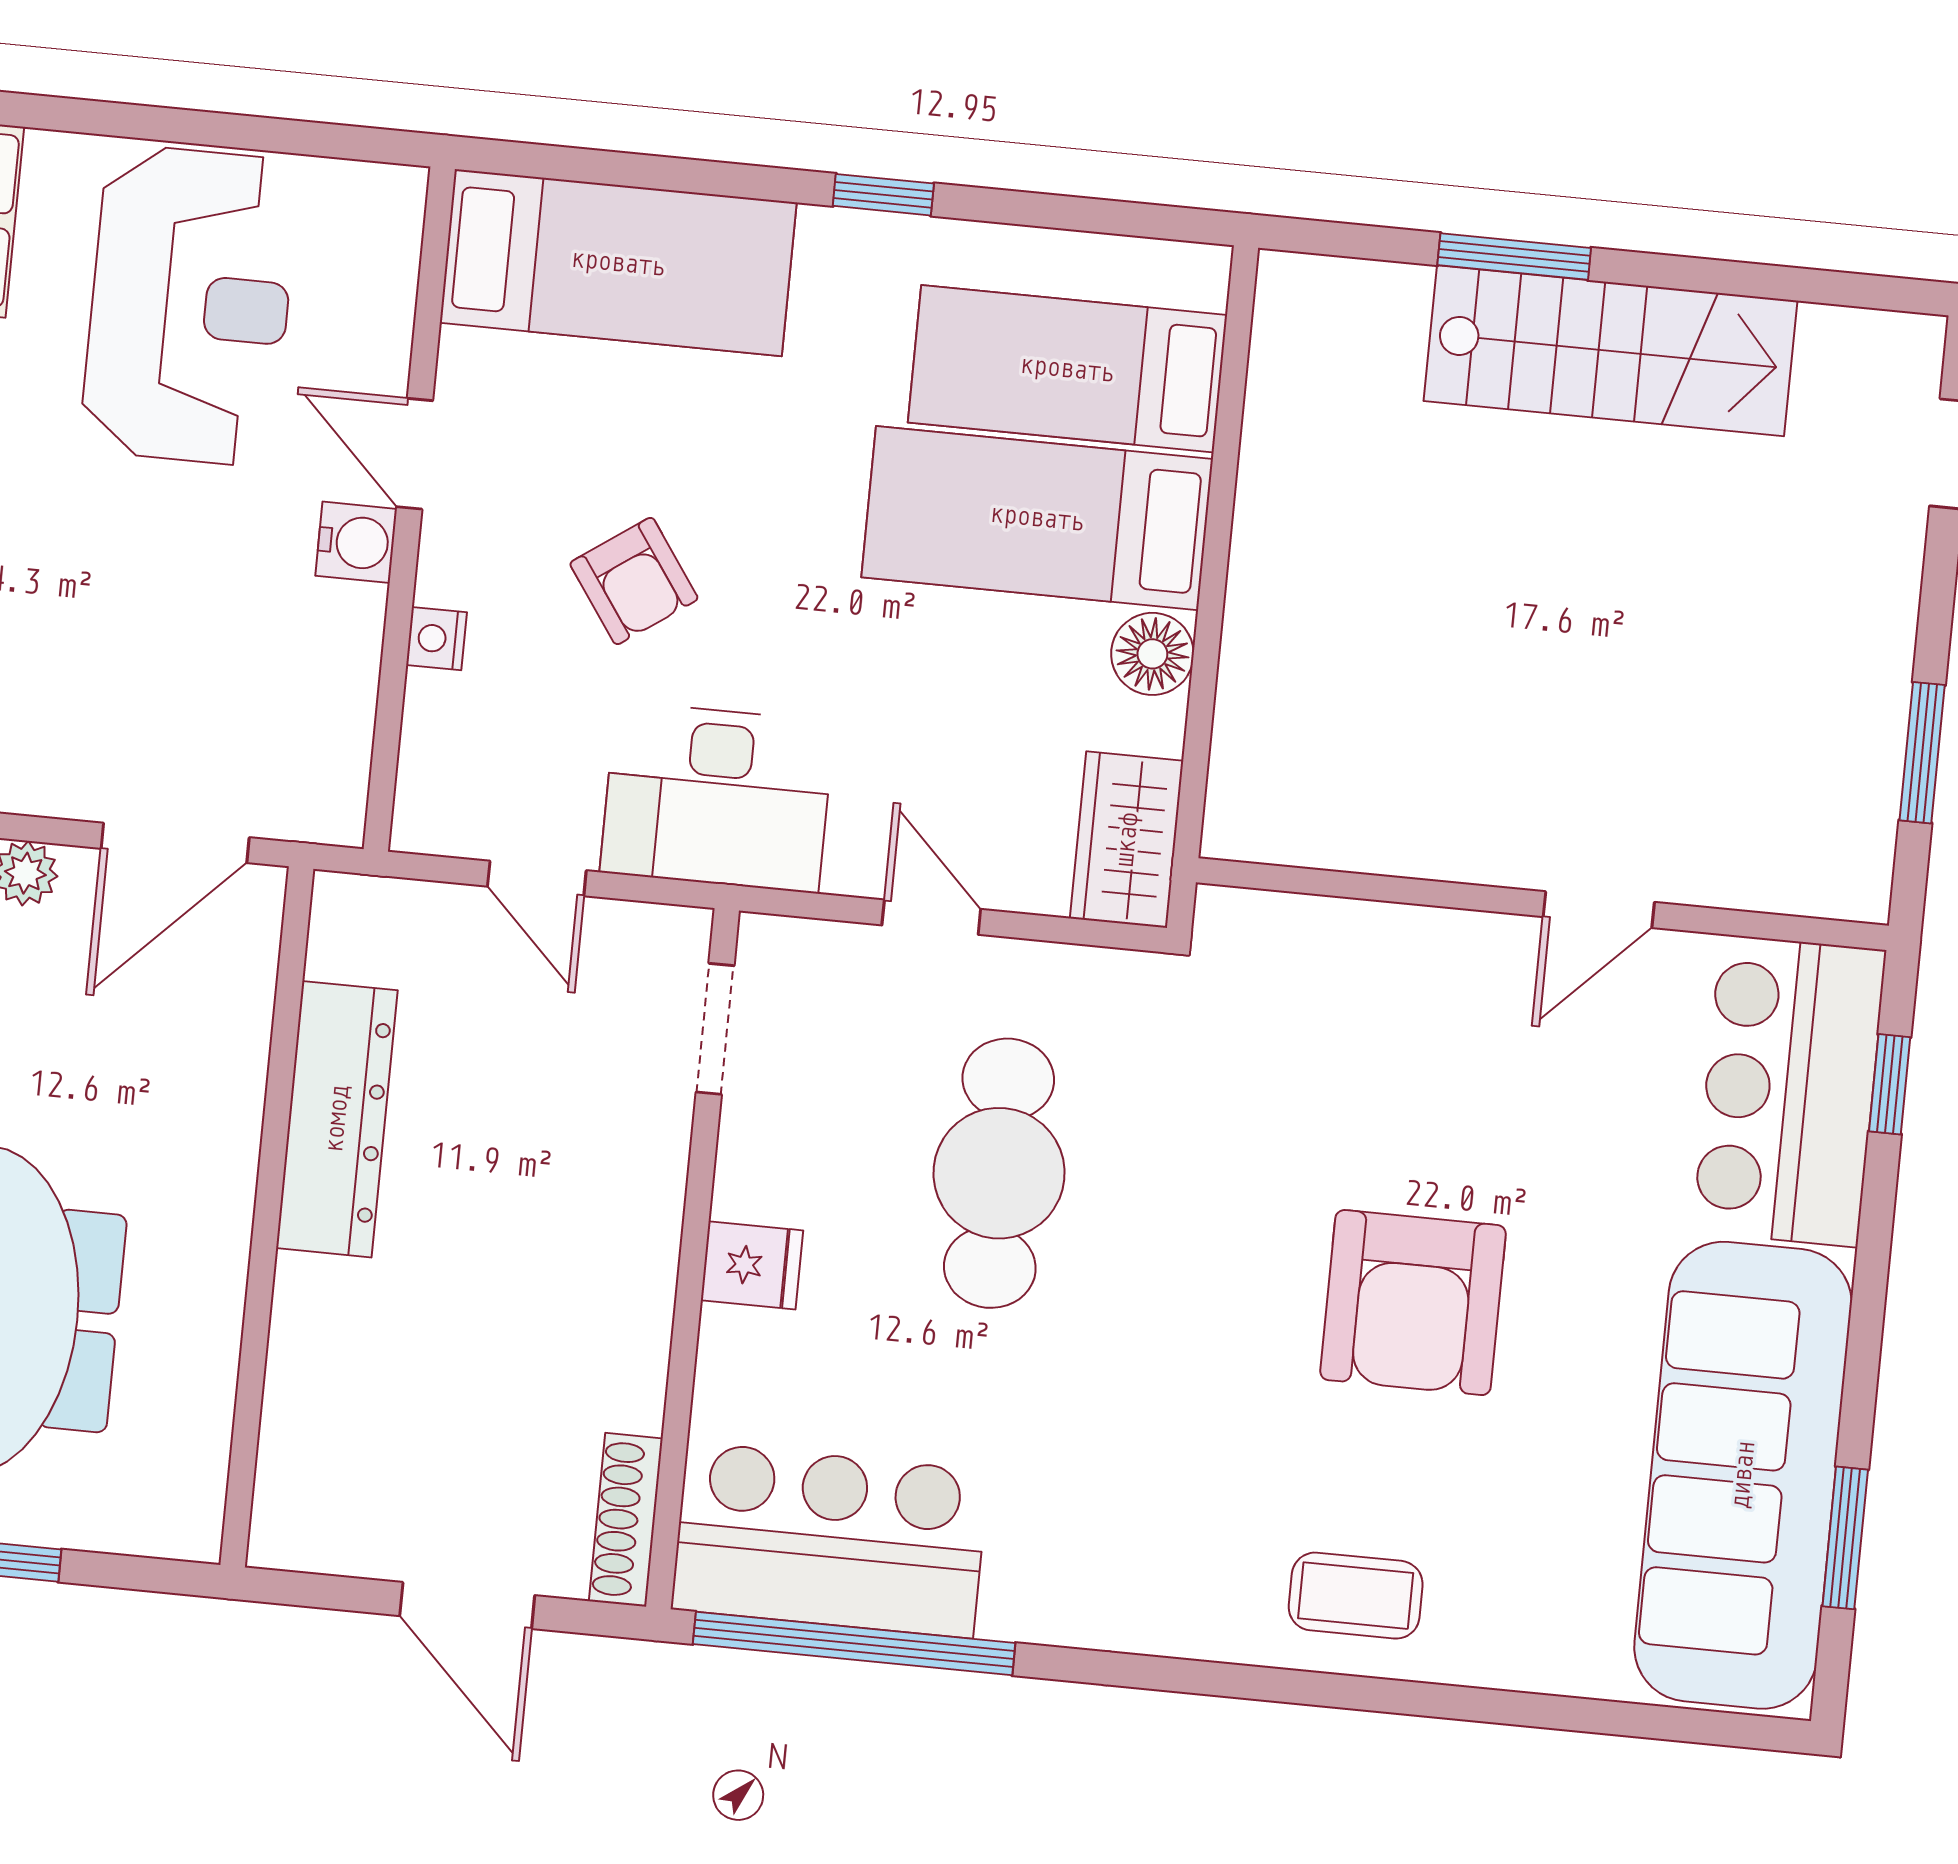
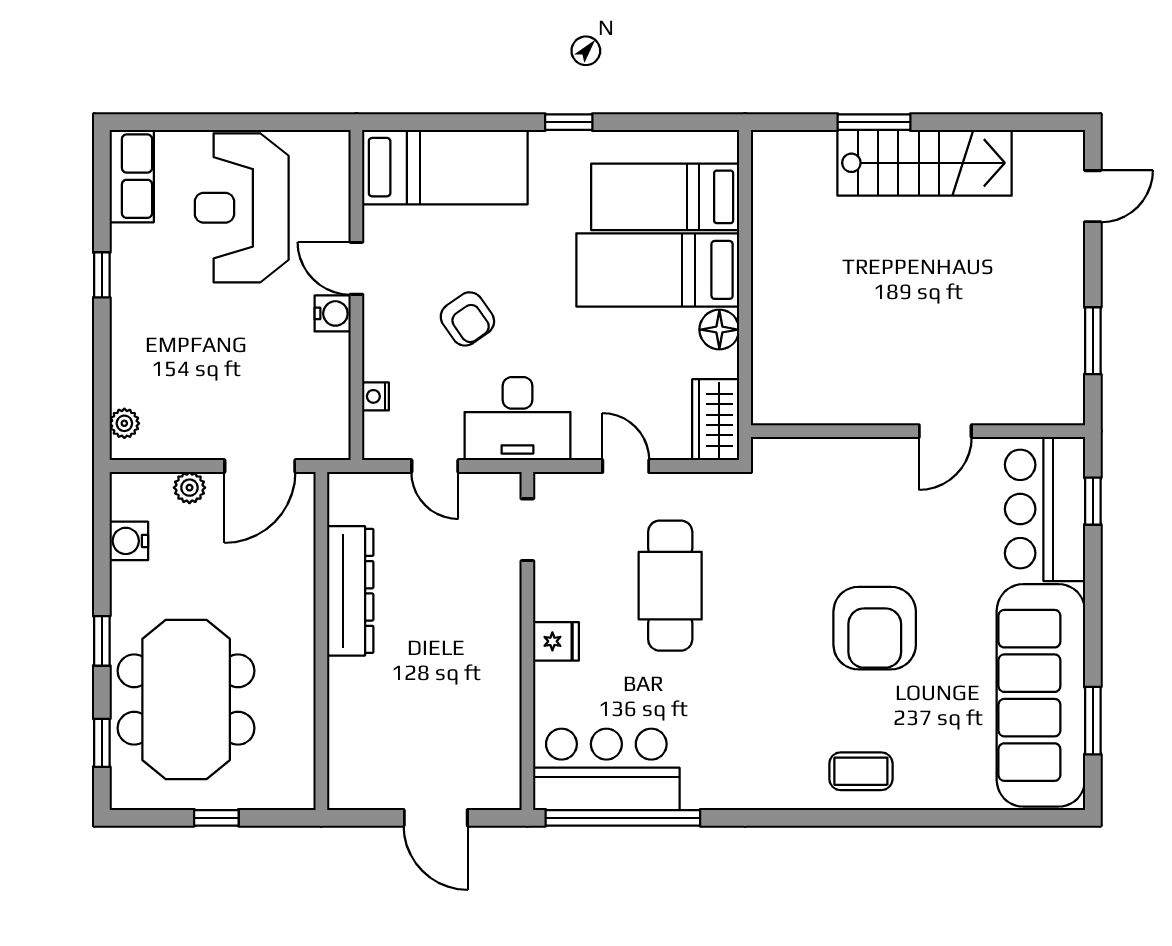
reception desk: (190, 305) -> (242, 208), turned 180
nightstand: (436, 639) -> (376, 396), moved
shoe rack: (626, 1520) -> (508, 769), removed

